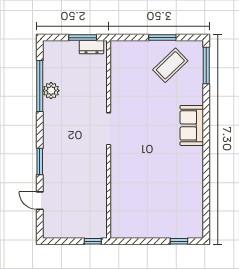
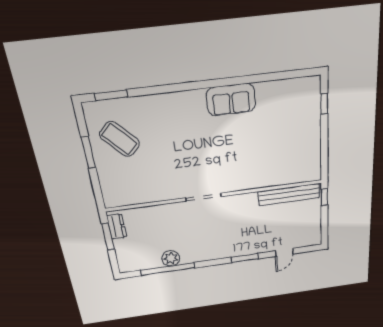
window: (206, 65) -> (111, 95), width x0.69
sofa: (192, 125) -> (231, 100), moved
bench: (100, 208) -> (289, 194), added

